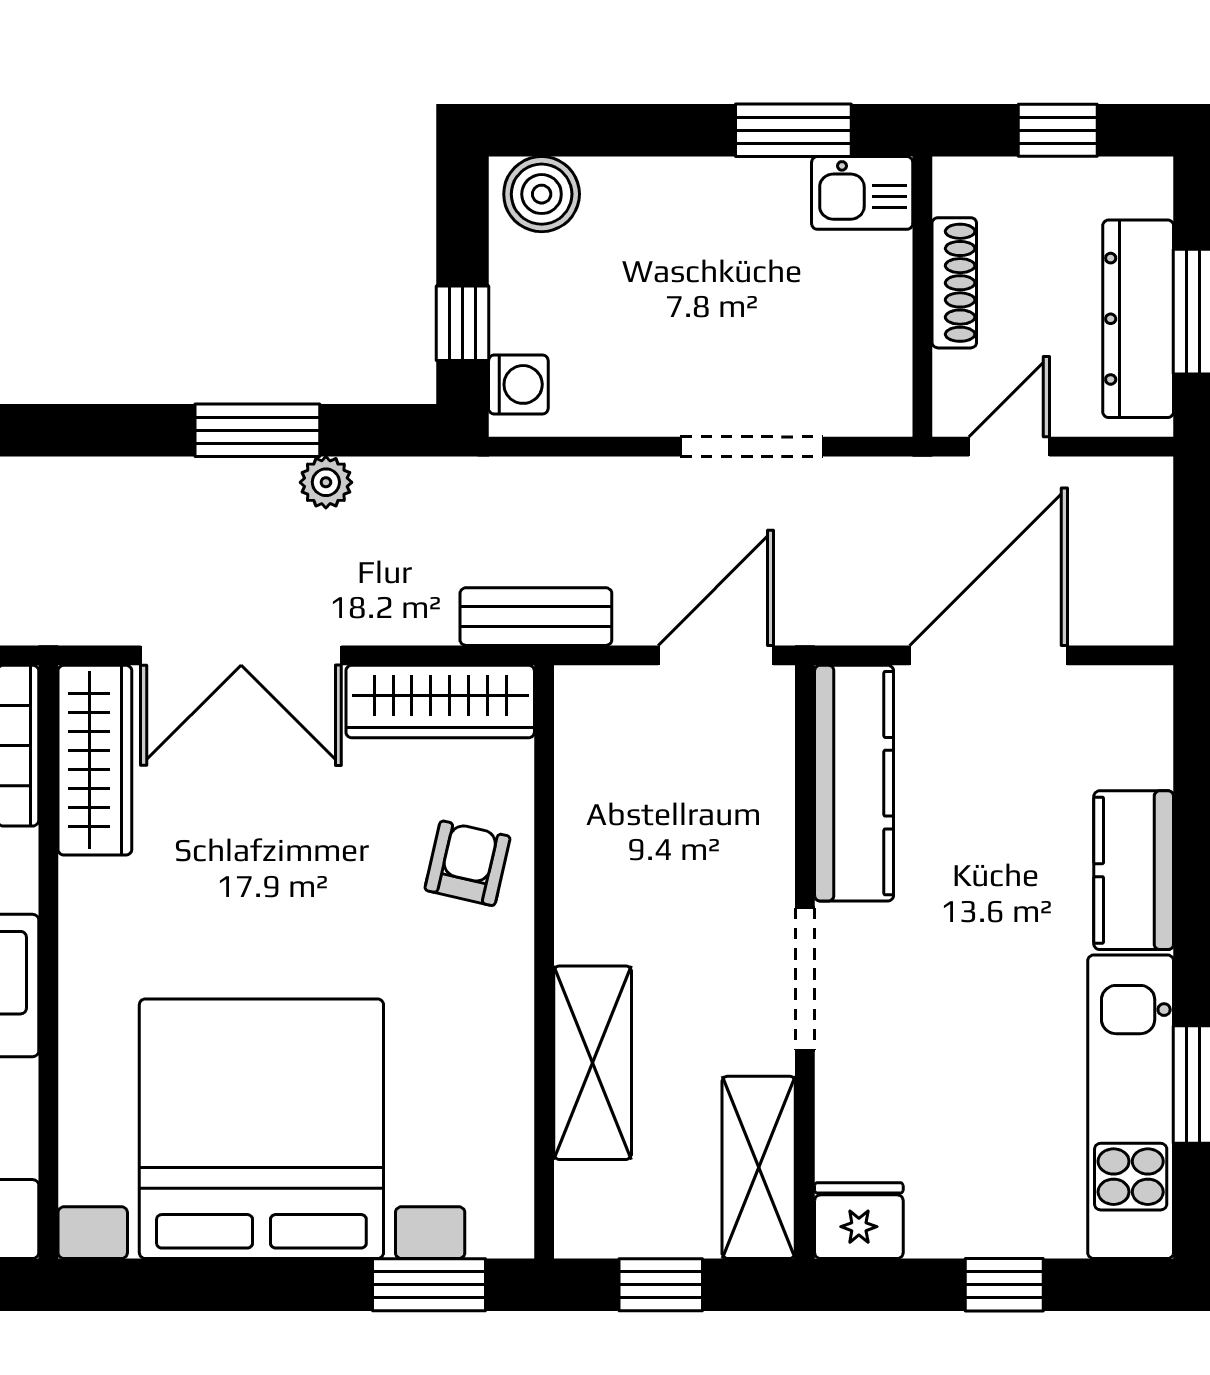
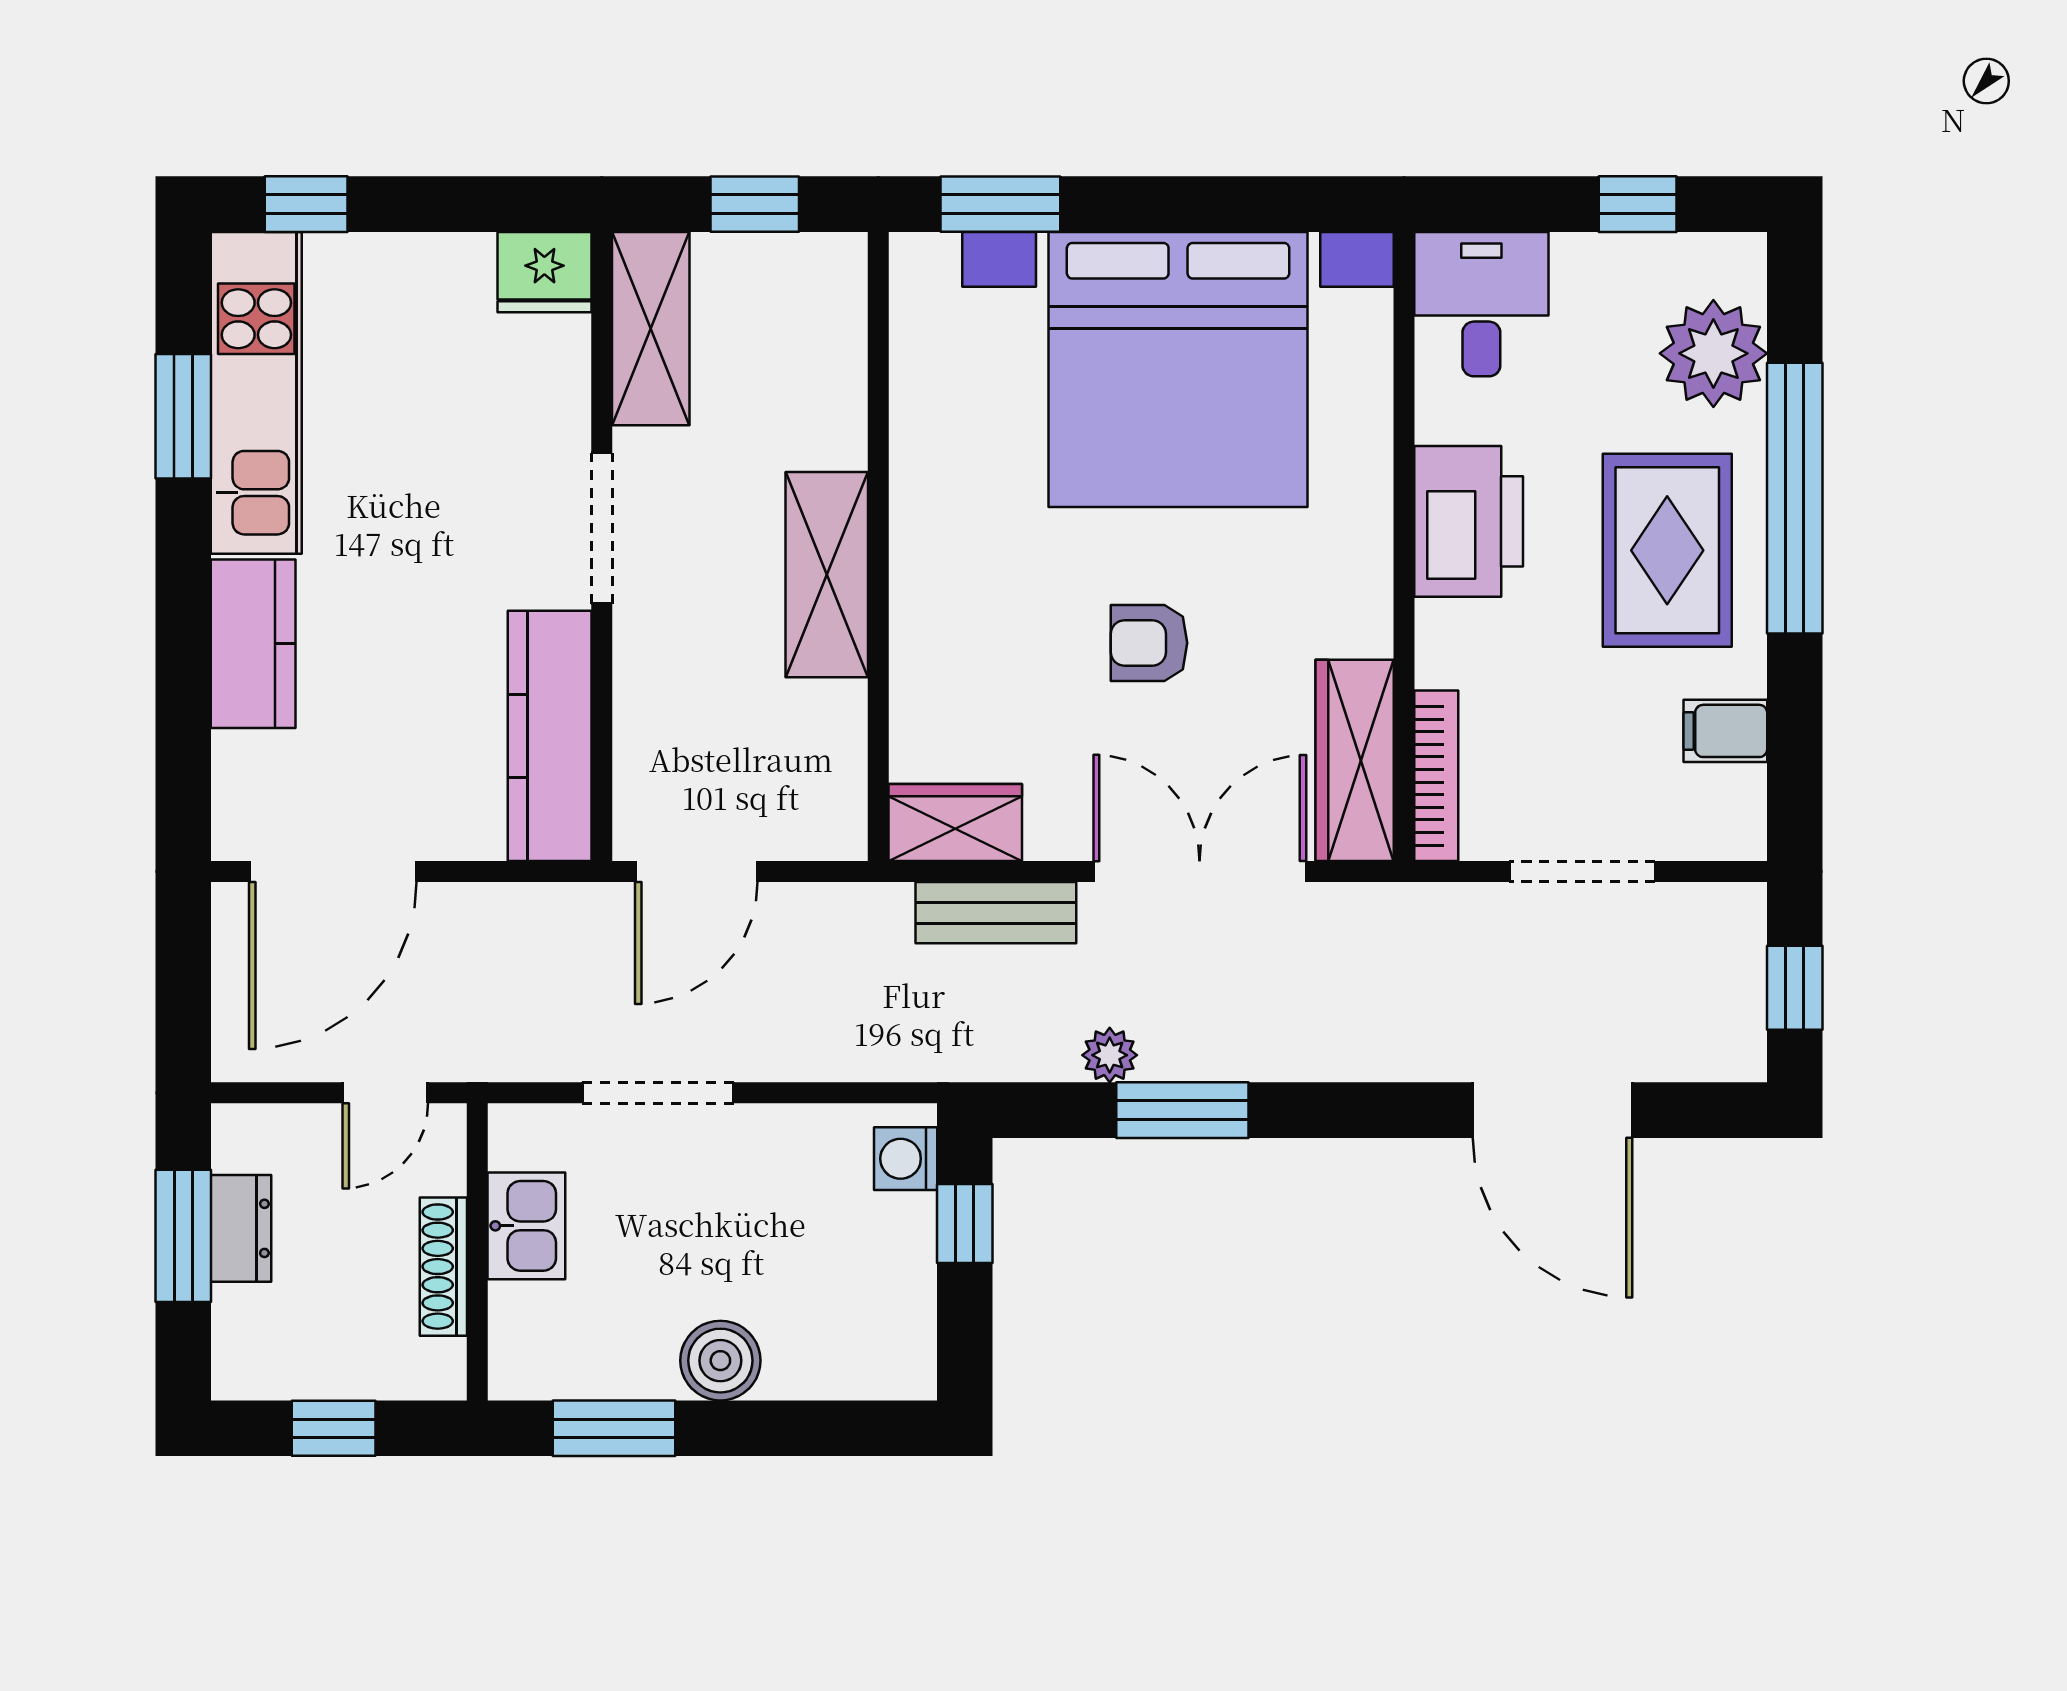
kitchen sink: (862, 193) -> (526, 1226), moved, turned 90
boiler: (542, 194) -> (720, 1361), moved
dresser: (1138, 319) -> (241, 1228), width x0.51, depth x0.80
bench: (536, 617) -> (996, 913), moved
door: (988, 655) -> (333, 872), moved
wardrobe: (440, 701) -> (955, 823), width x0.67
armchair: (467, 863) -> (1149, 643), moved, turned 77
shelving: (593, 1063) -> (827, 575), moved
window: (1004, 1285) -> (306, 204), moved

